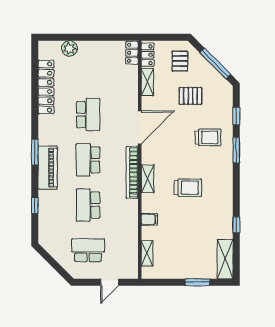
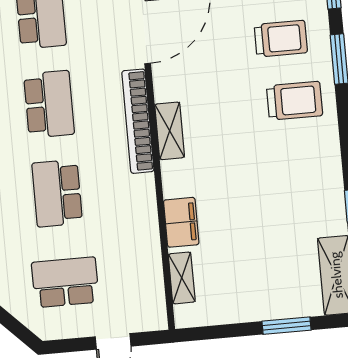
school desk: (88, 160) -> (49, 104), turned 180
trolley: (188, 188) -> (295, 101), moved
filing cabinet: (149, 219) -> (181, 222), width x2.00

